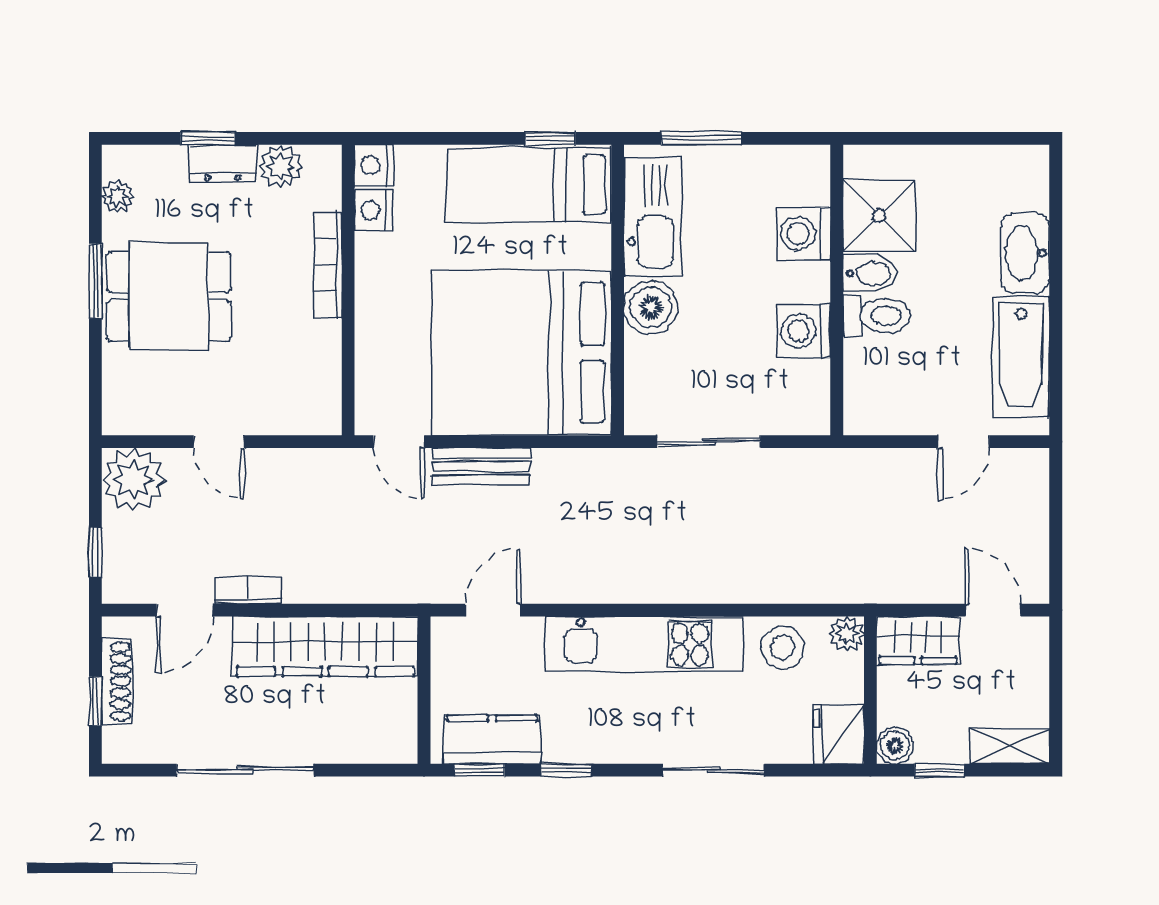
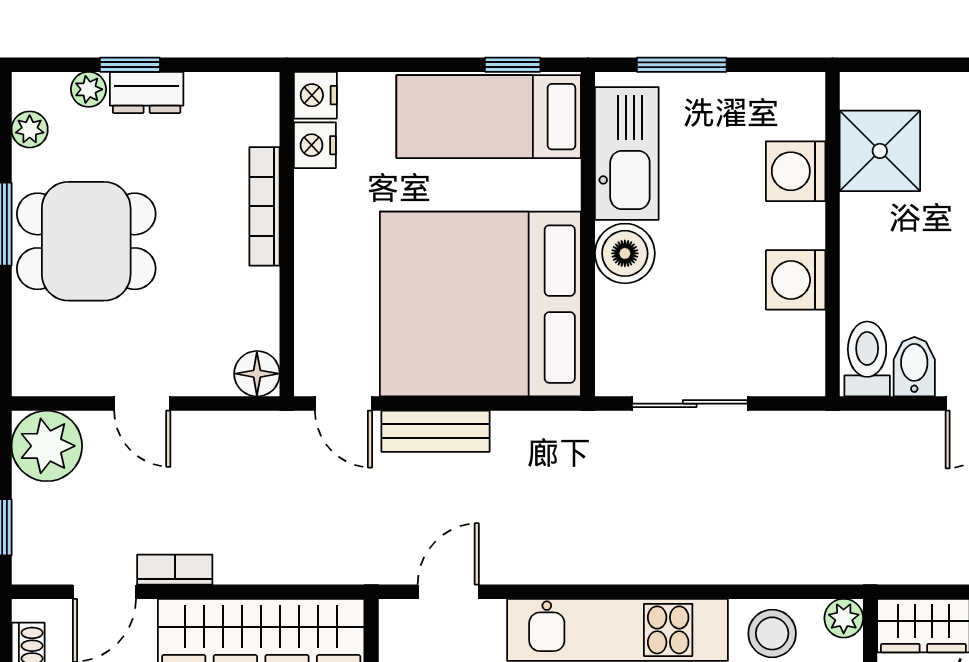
plant: (281, 166) -> (89, 89), moved, width x0.73, depth x0.73
bidet: (870, 273) -> (914, 367), moved, turned -90
toilet: (877, 316) -> (867, 359), moved, turned -90
floor lamp: (321, 415) -> (257, 374), added

